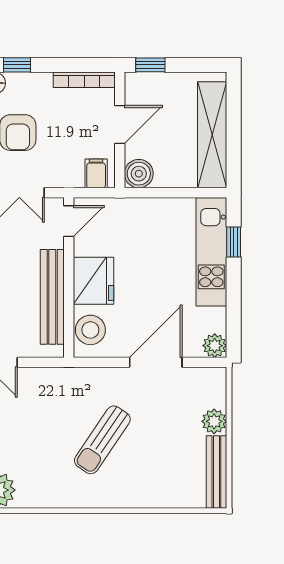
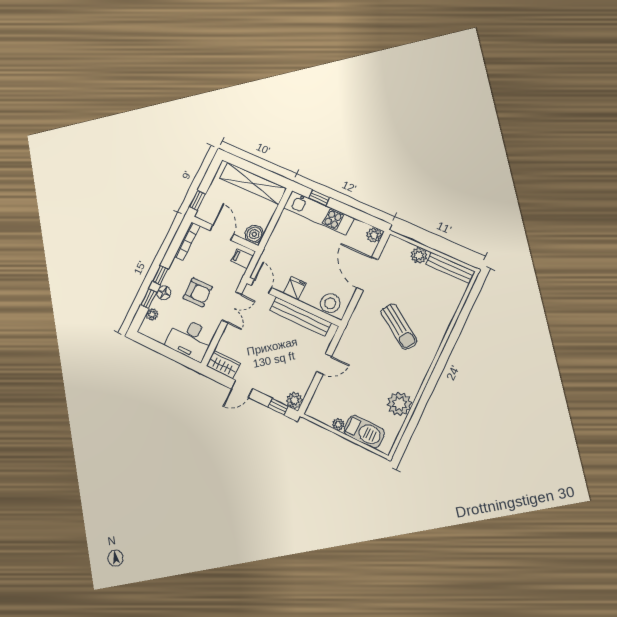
fridge: (93, 281) -> (295, 288), width x0.53, depth x0.75

